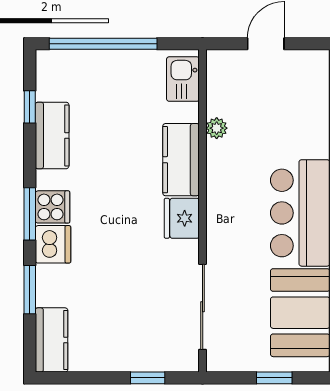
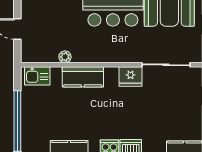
fridge: (182, 218) -> (130, 76), moved

